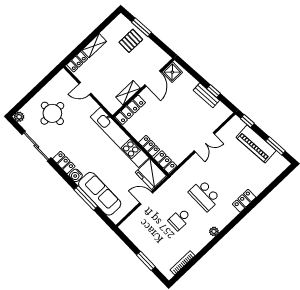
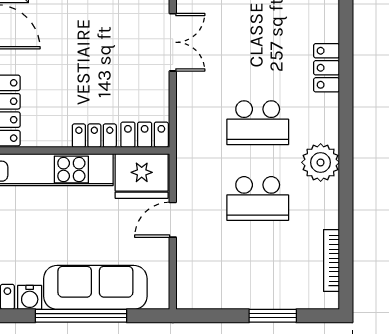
window: (86, 198) -> (81, 316), width x1.46
school desk: (180, 219) -> (258, 198), width x1.85
plant: (214, 231) -> (321, 162), width x1.87, depth x1.87

